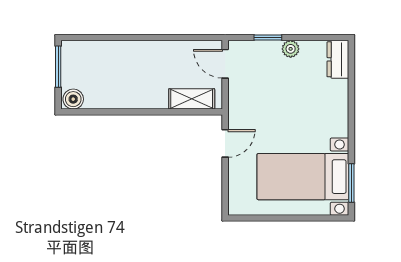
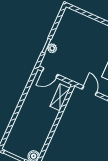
plant: (291, 49) -> (52, 48), moved
dresser: (338, 59) -> (73, 16), removed

